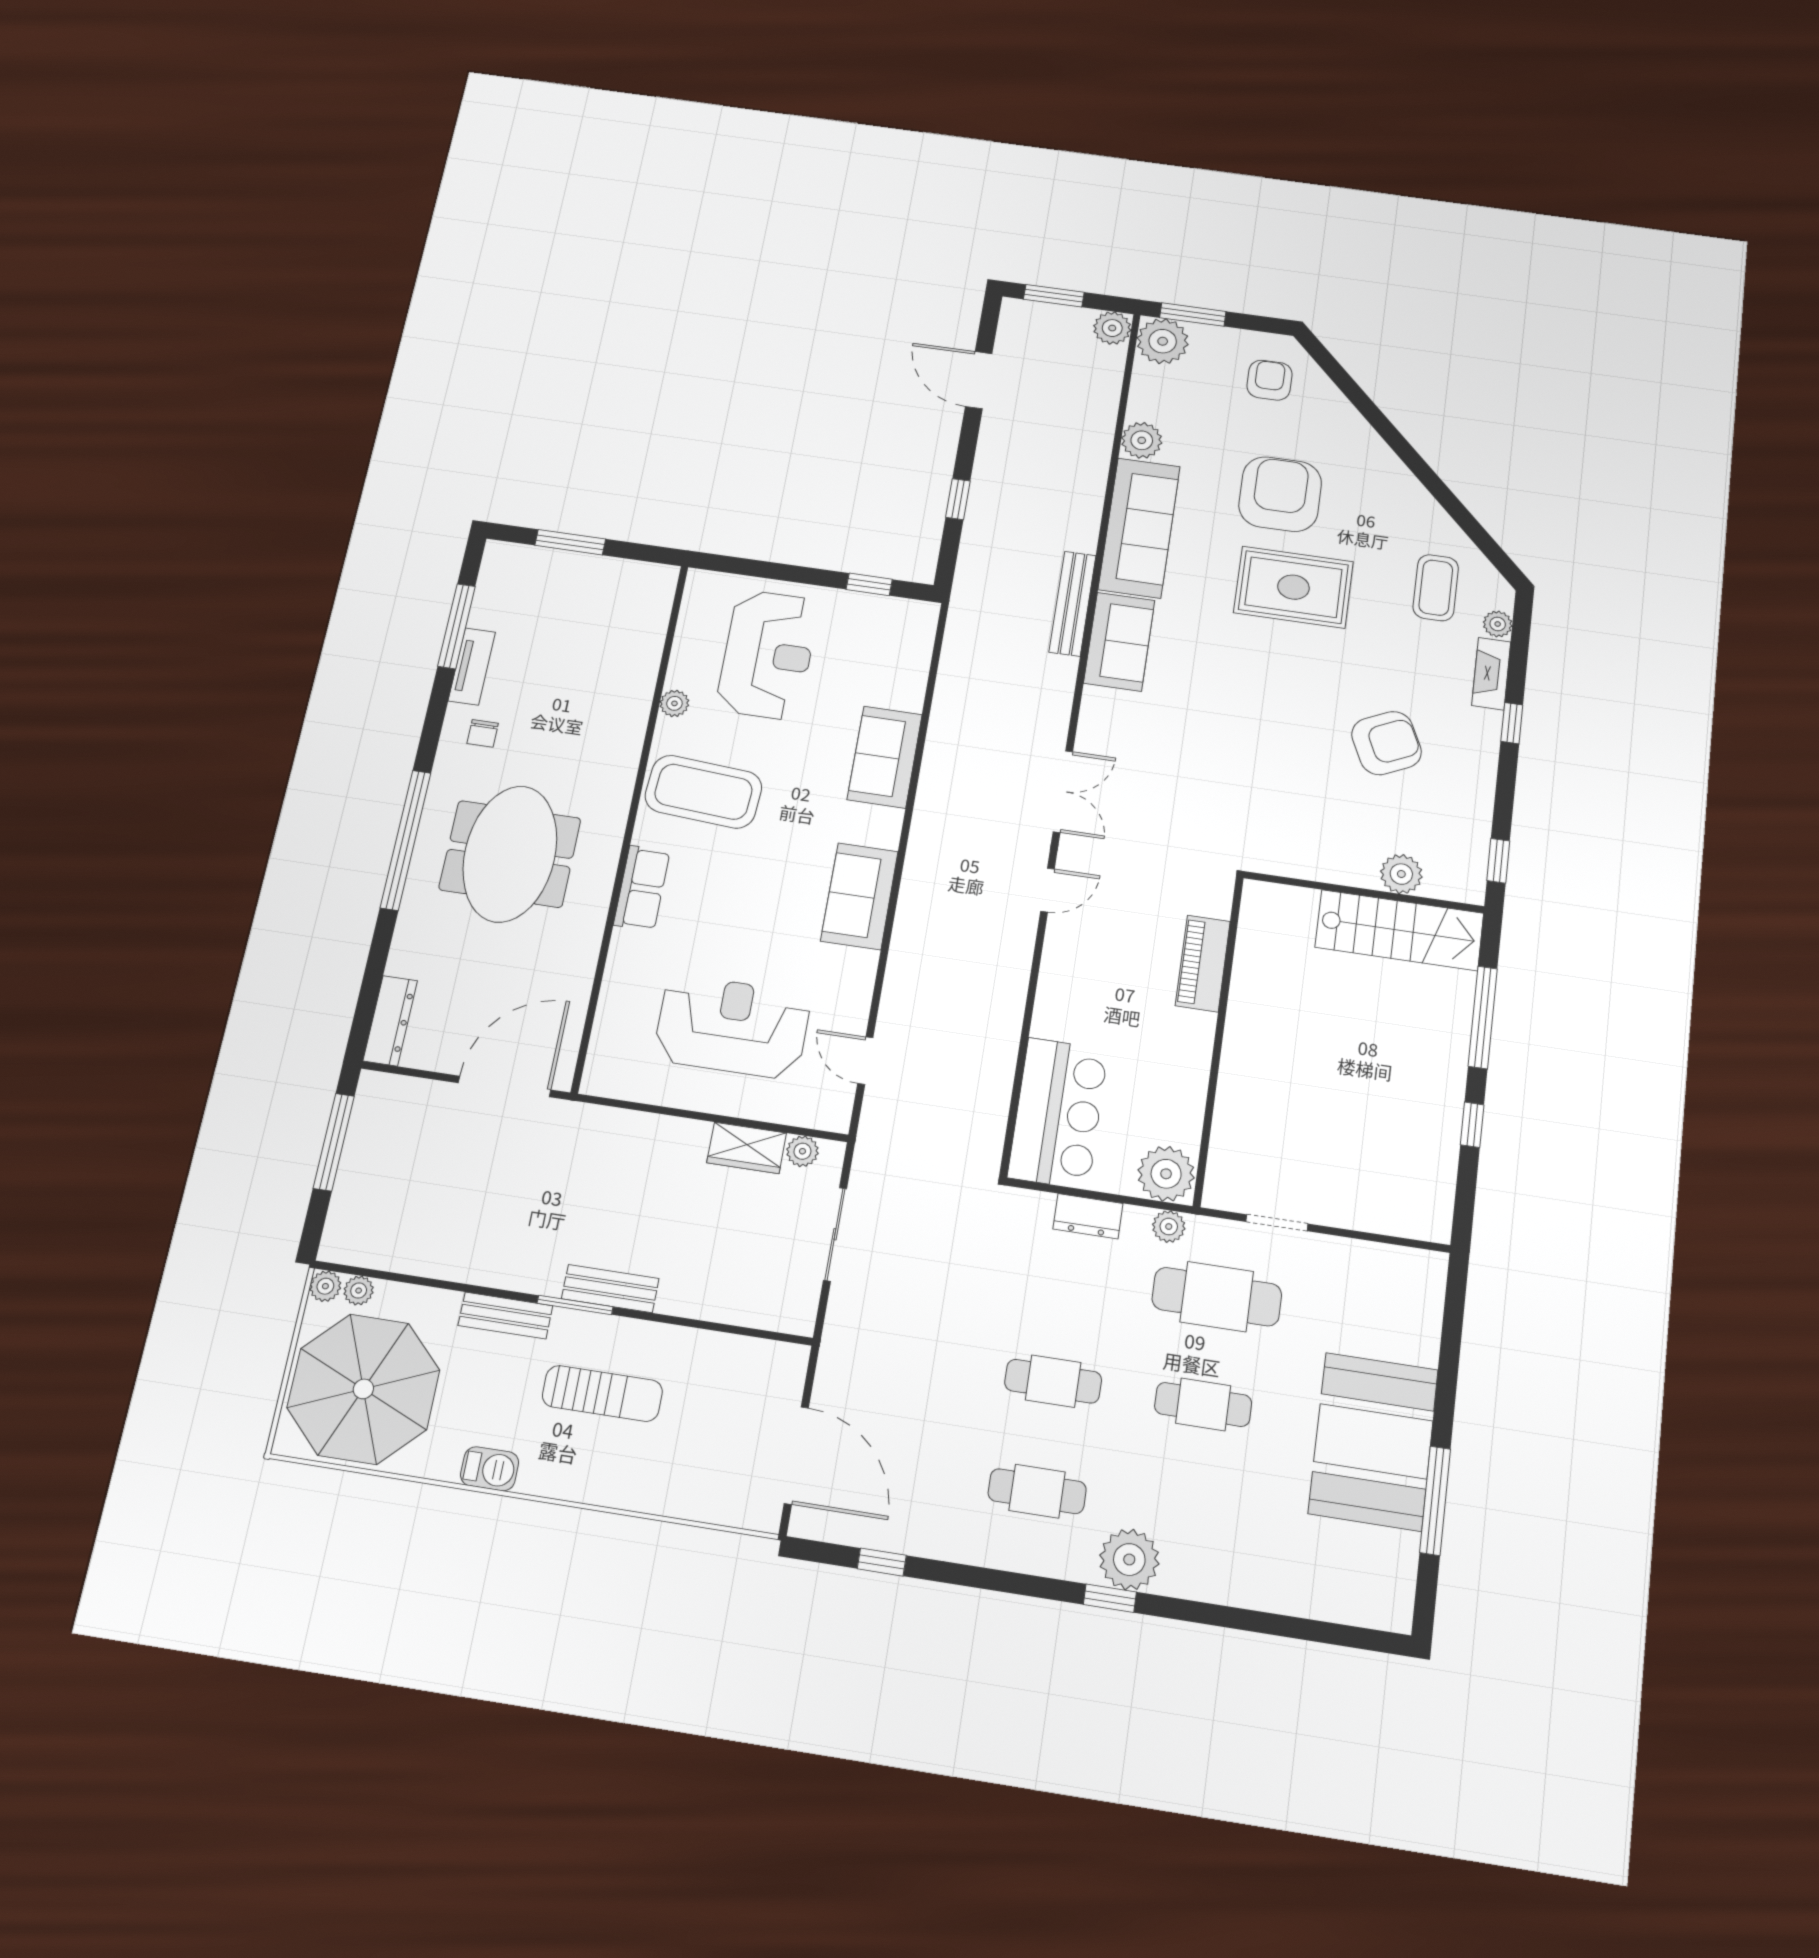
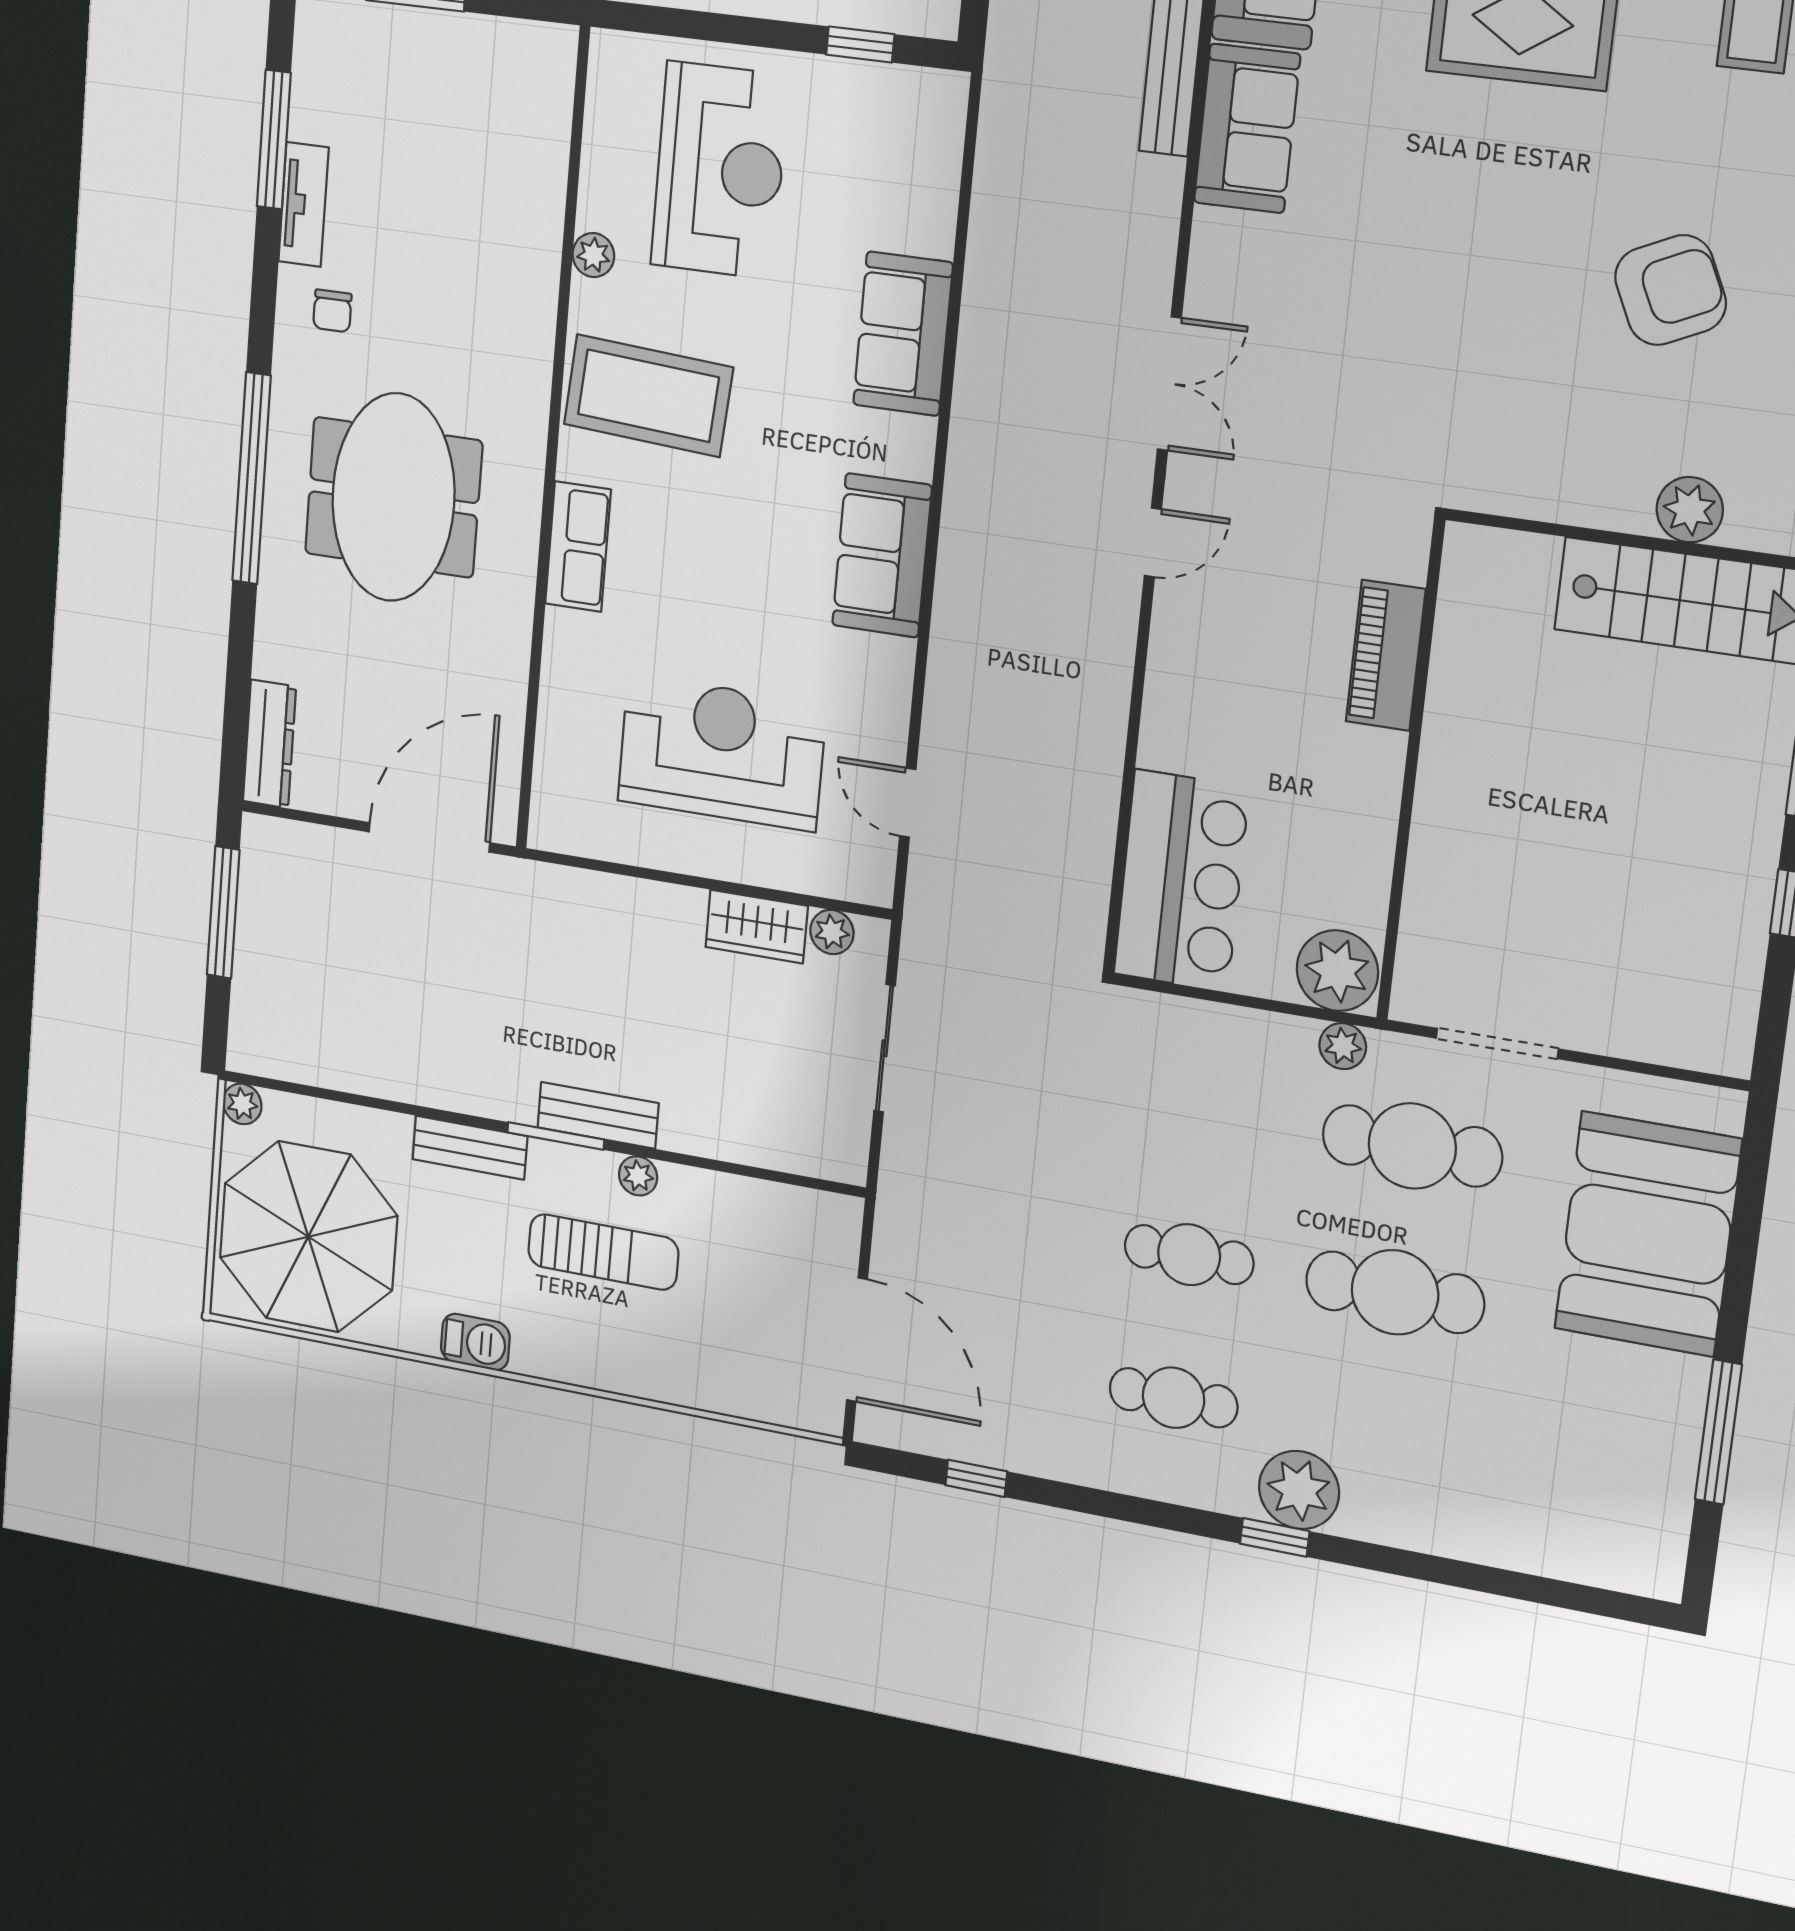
dresser: (1088, 1216) -> (1229, 1029), removed
doorway: (1277, 1223) -> (1497, 1043), width x1.38
plant: (359, 1291) -> (638, 1176), moved
cafe table: (1203, 1404) -> (1395, 1292), width x1.37, depth x1.35
booth: (1373, 1441) -> (1648, 1234), moved

